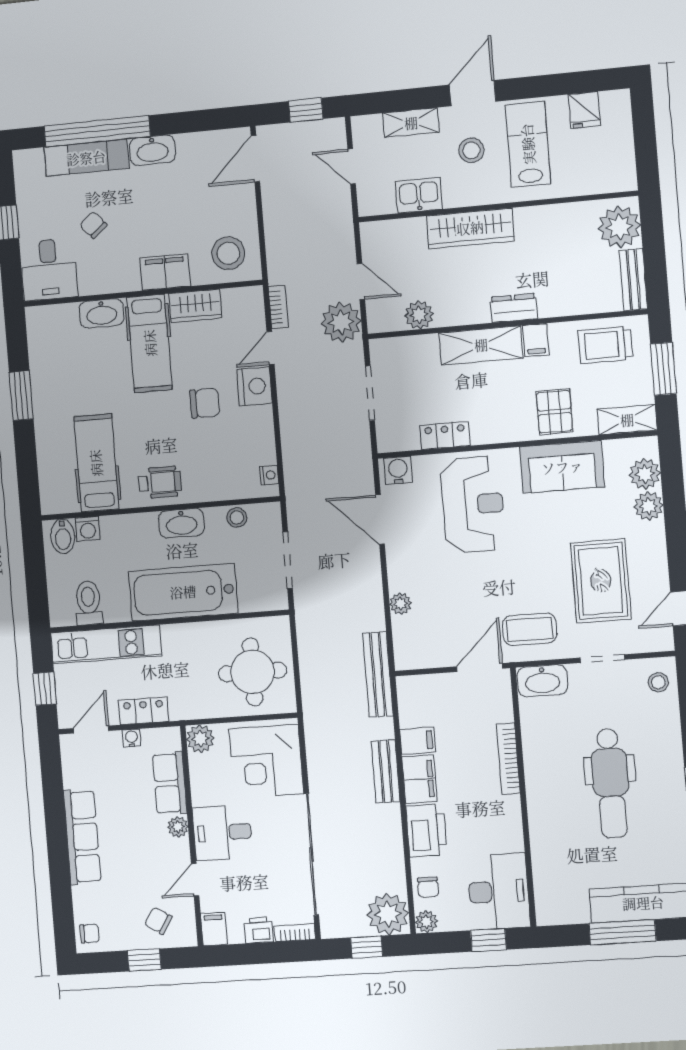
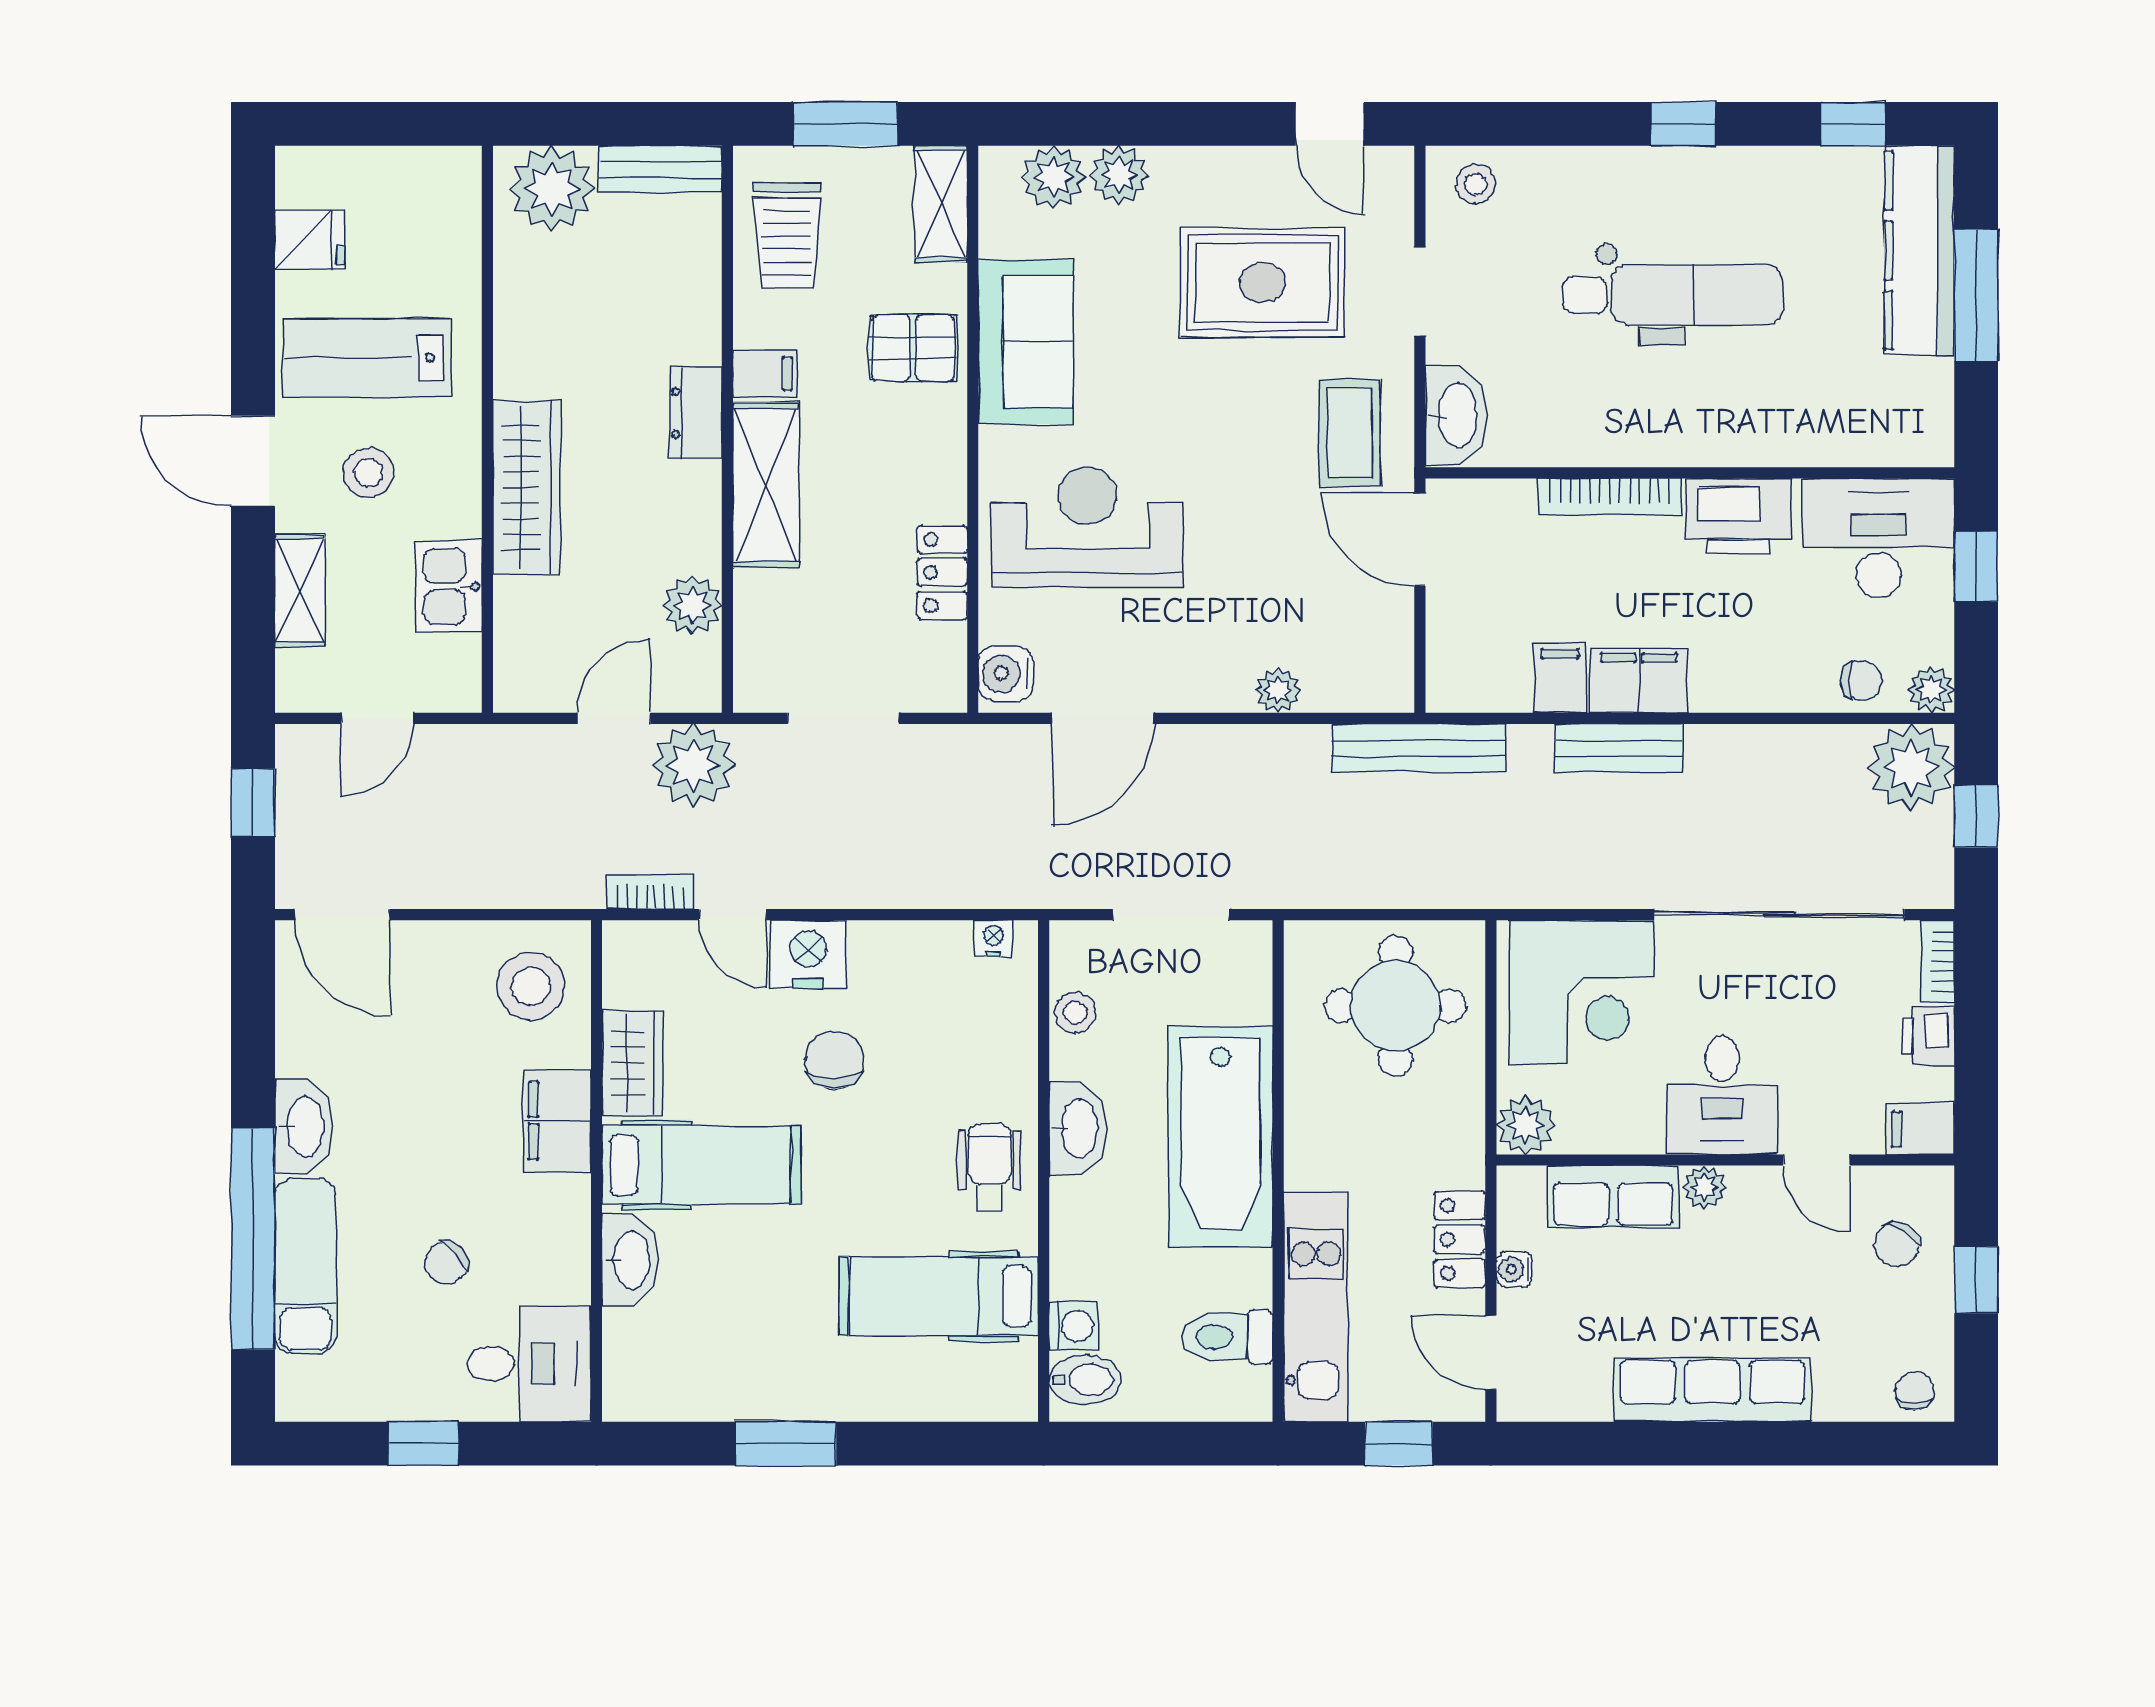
printer: (426, 830) -> (1739, 516), moved, turned 180

